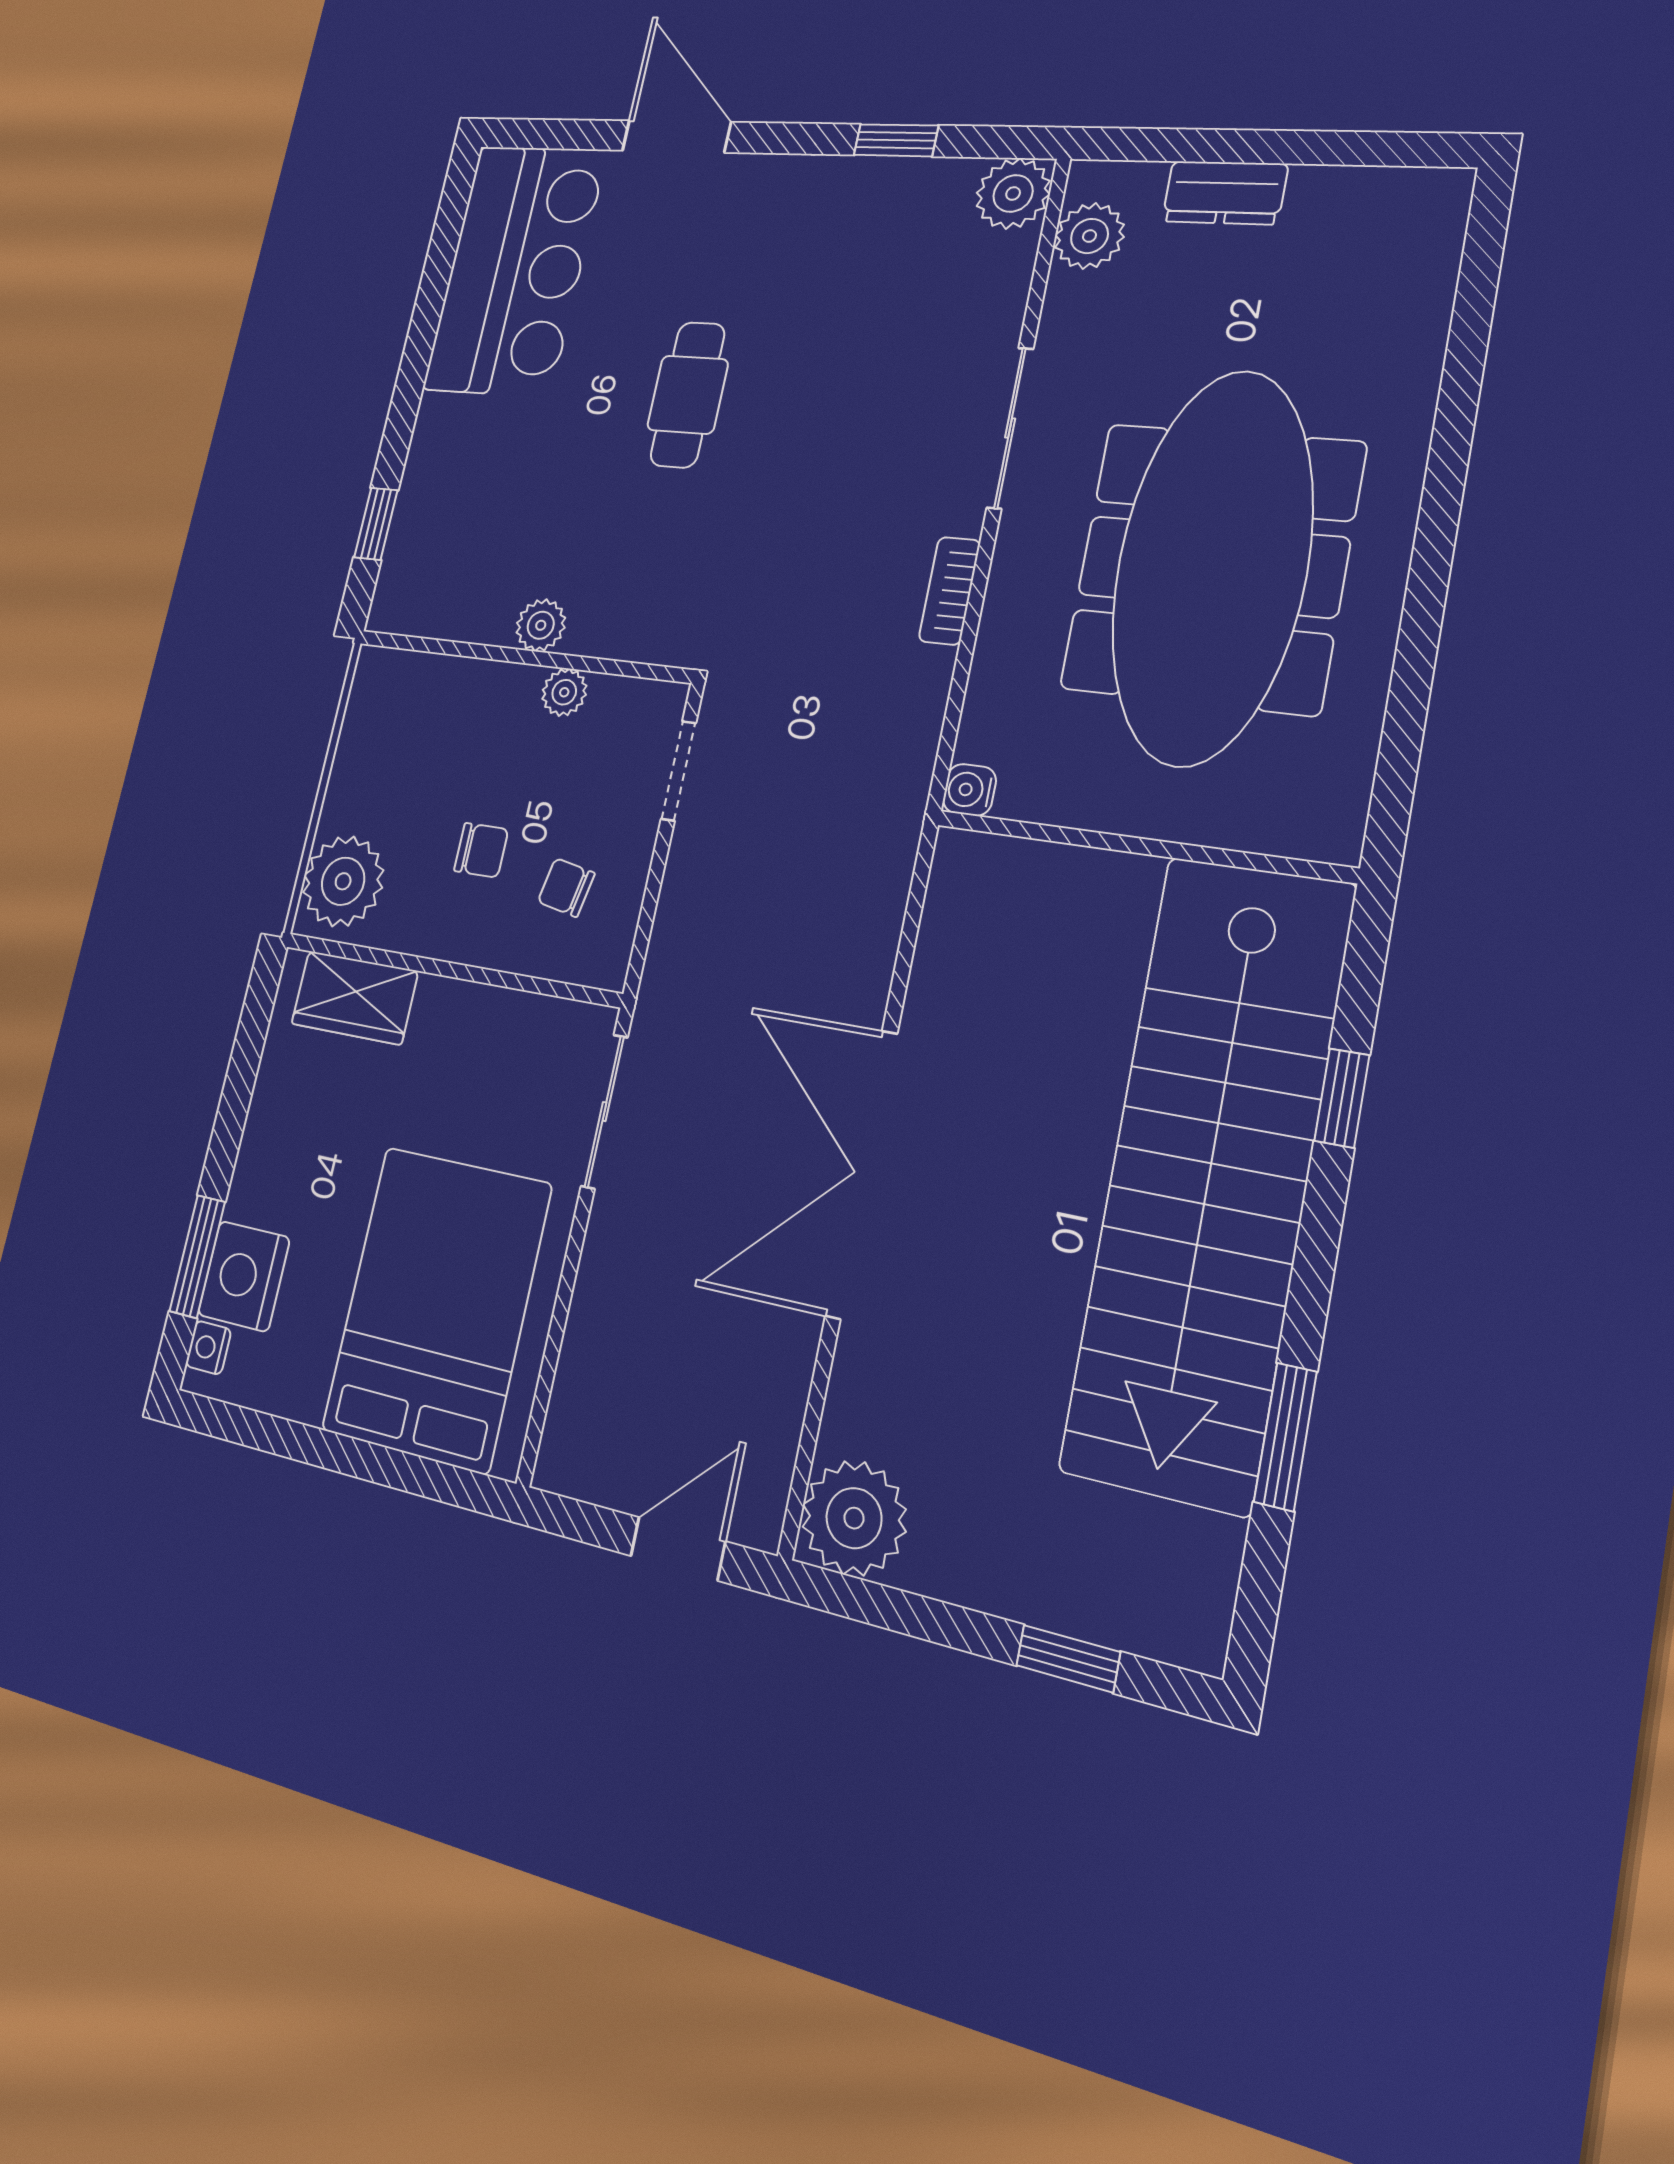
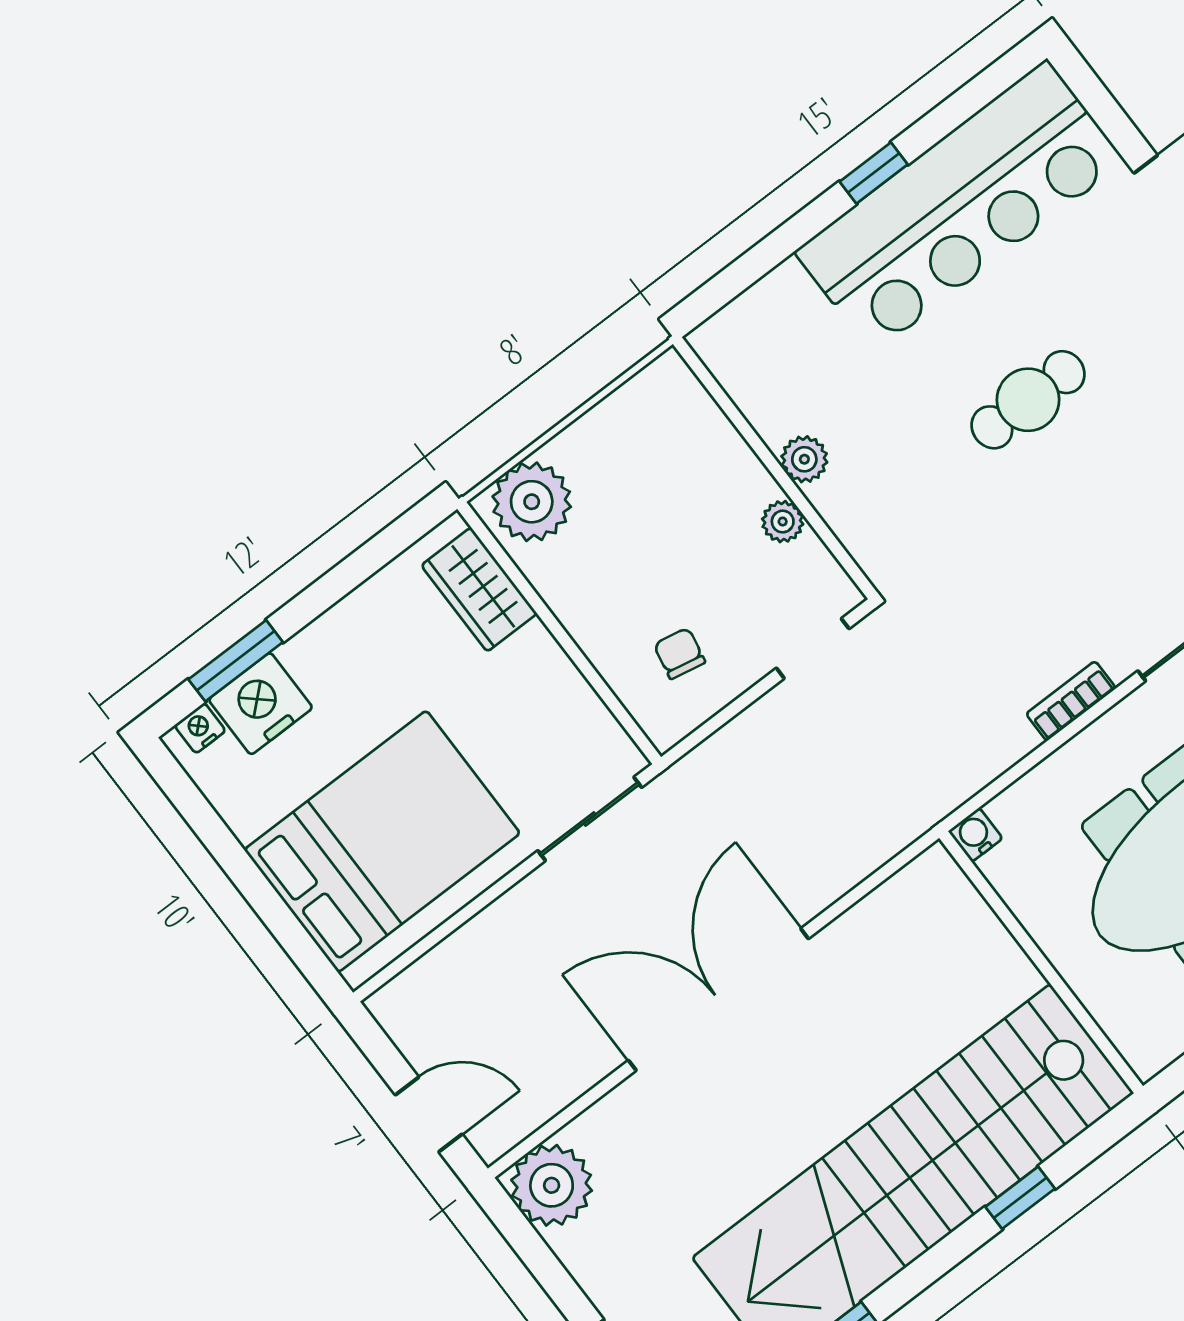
bar counter: (515, 270) -> (960, 206), width x1.36
window: (376, 524) -> (874, 173), moved
chair: (481, 850) -> (643, 573), removed

